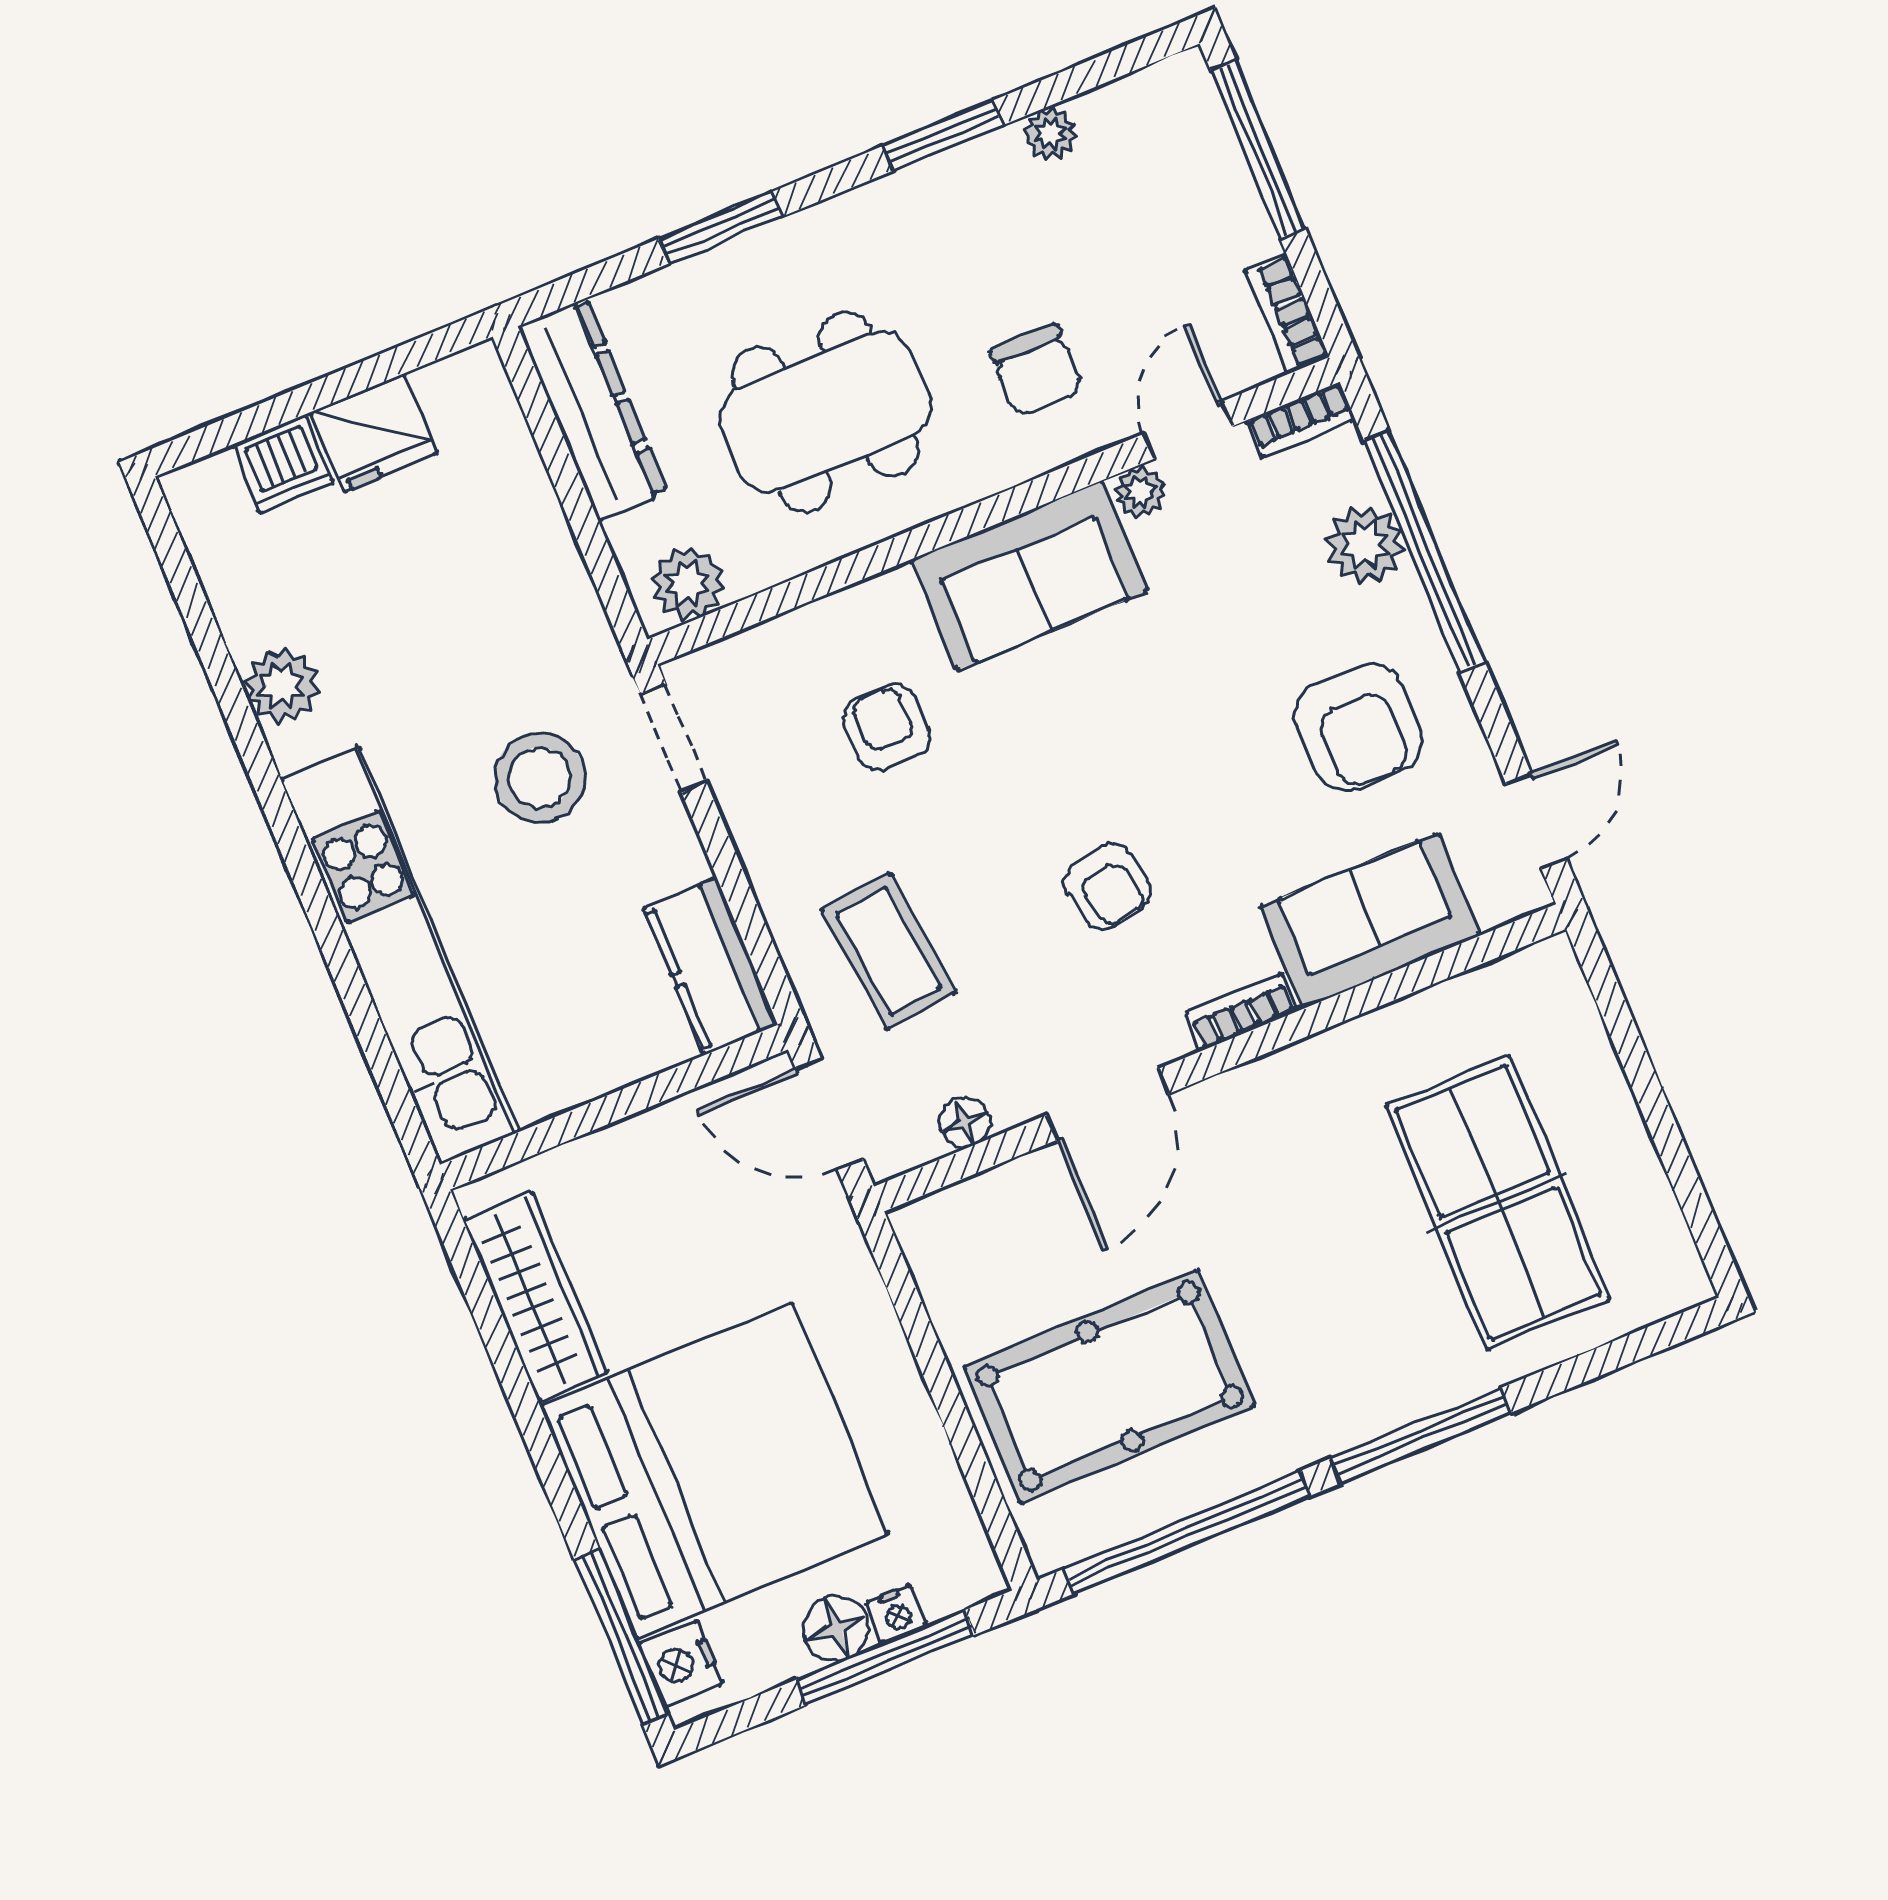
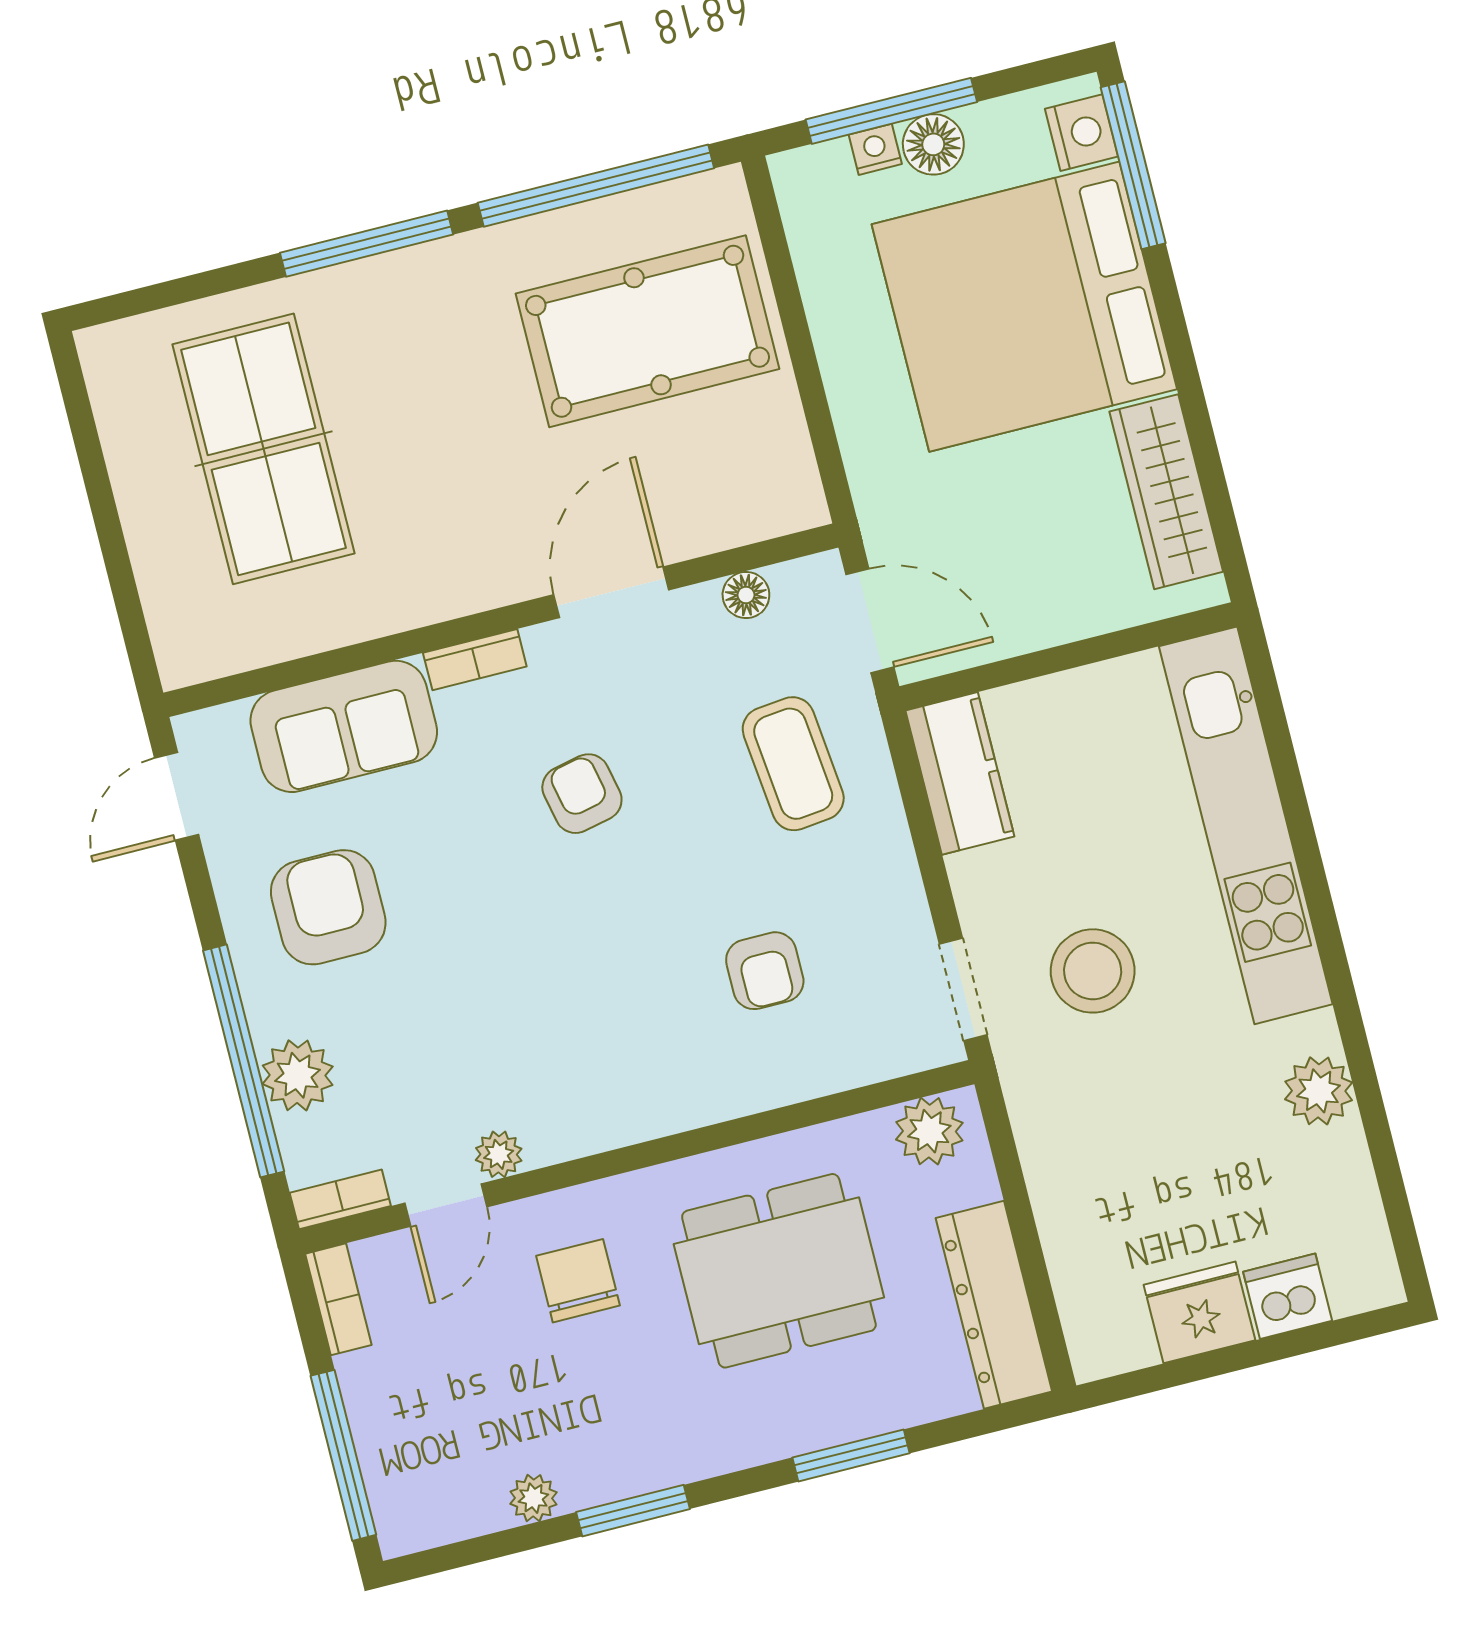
sofa: (1029, 575) -> (613, 1092), removed

